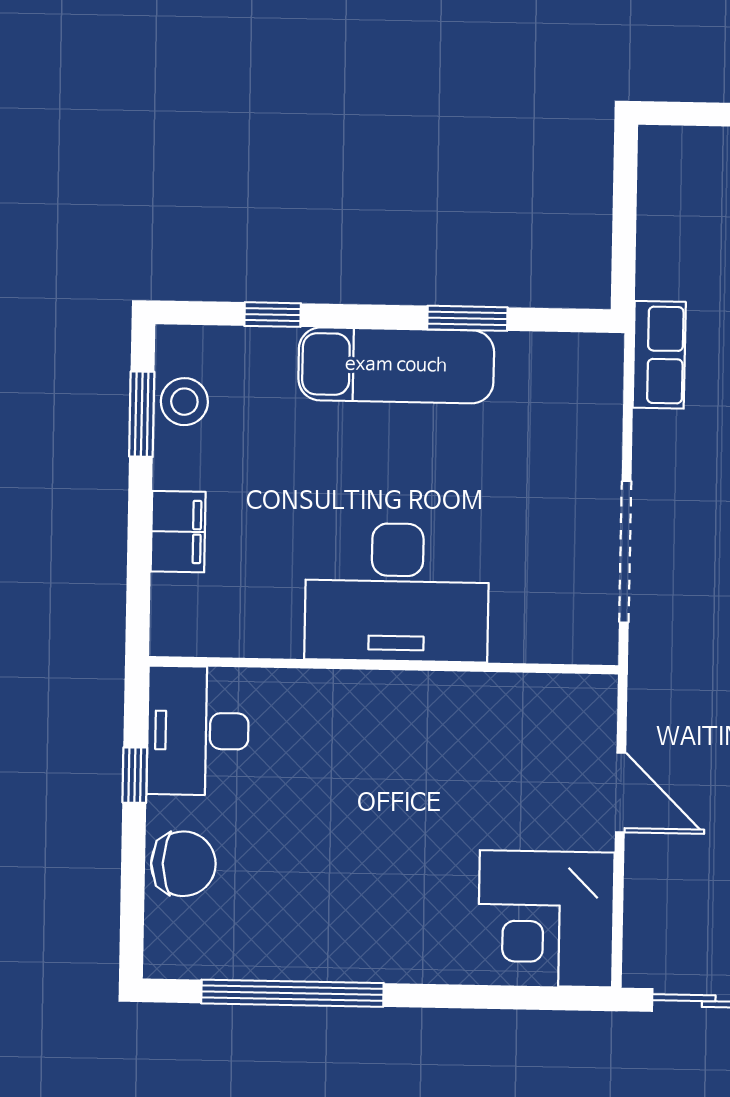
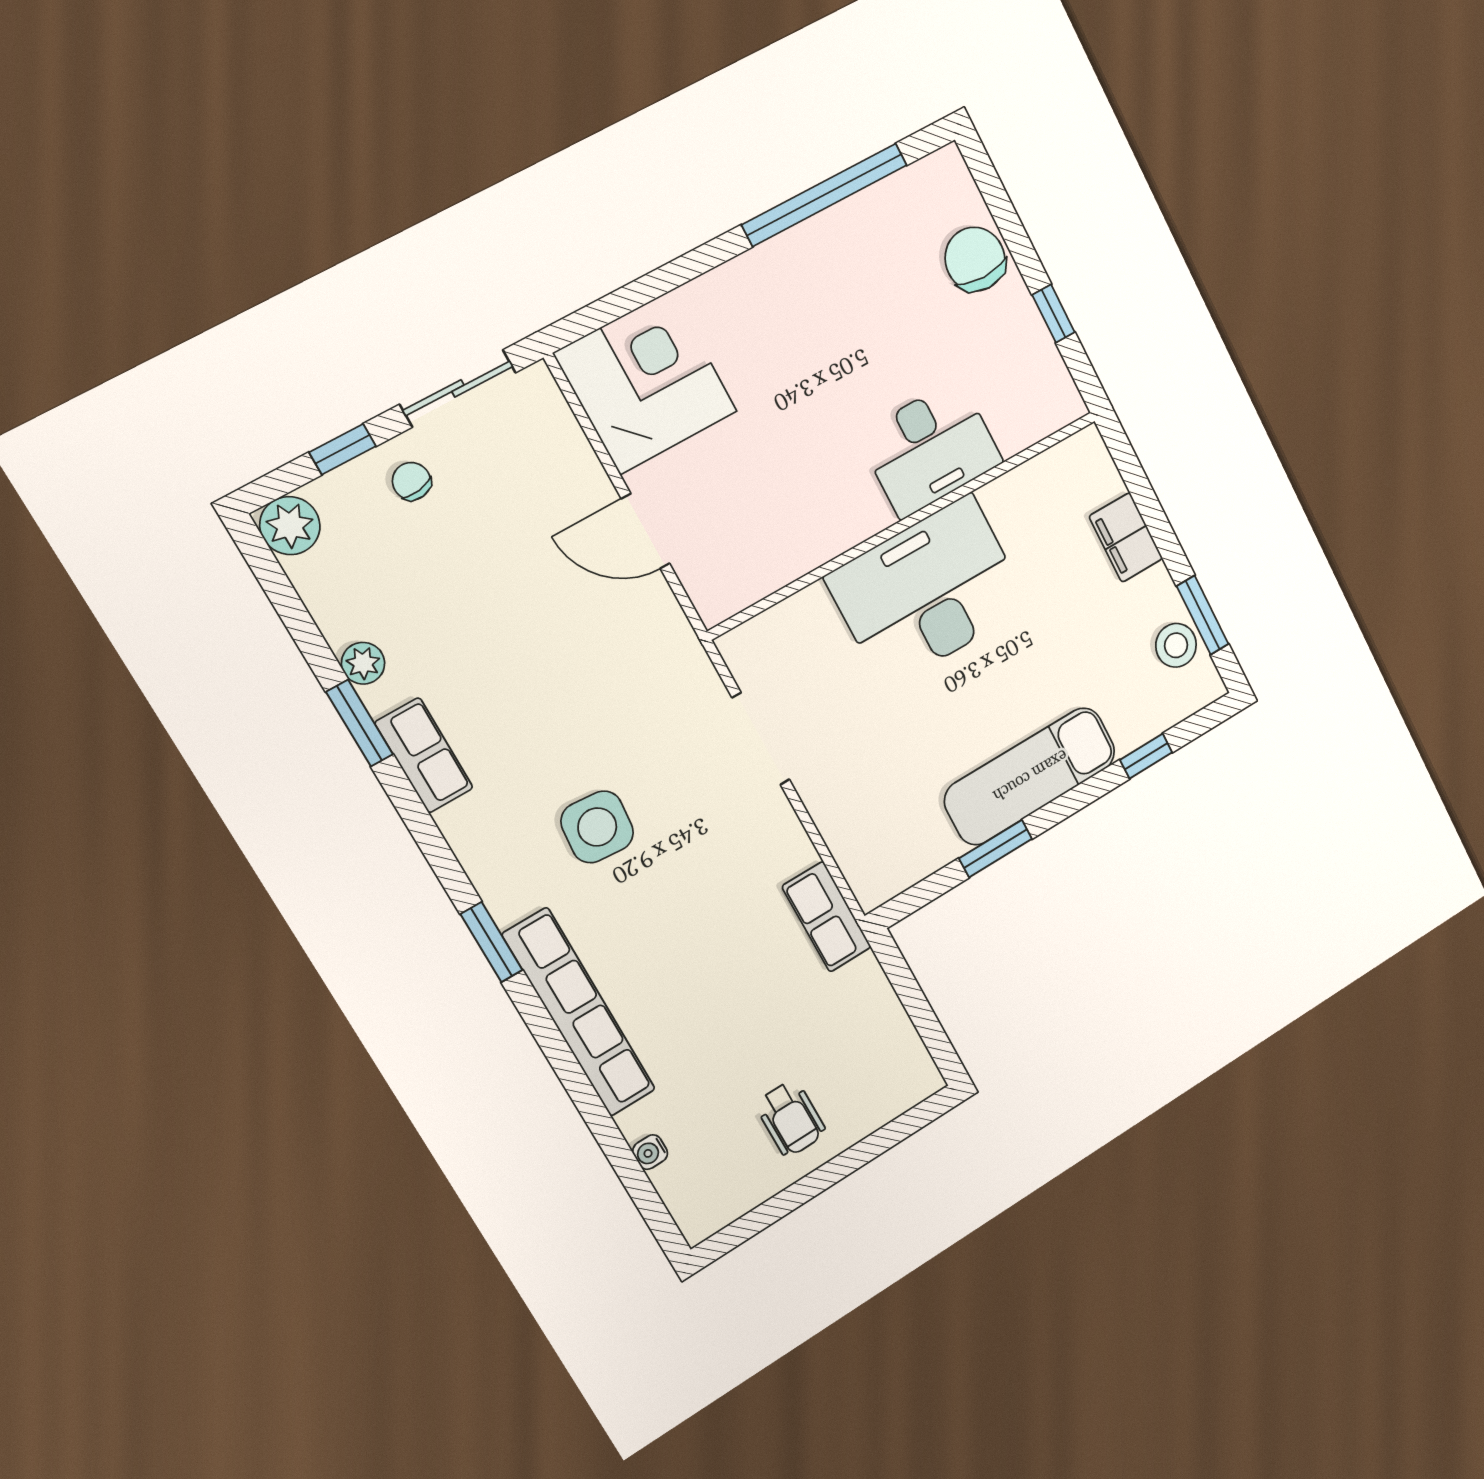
doorway: (625, 552) -> (761, 739), width x0.73
desk: (198, 731) -> (930, 448), moved, turned 90
chair: (183, 864) -> (975, 259), turned 90

